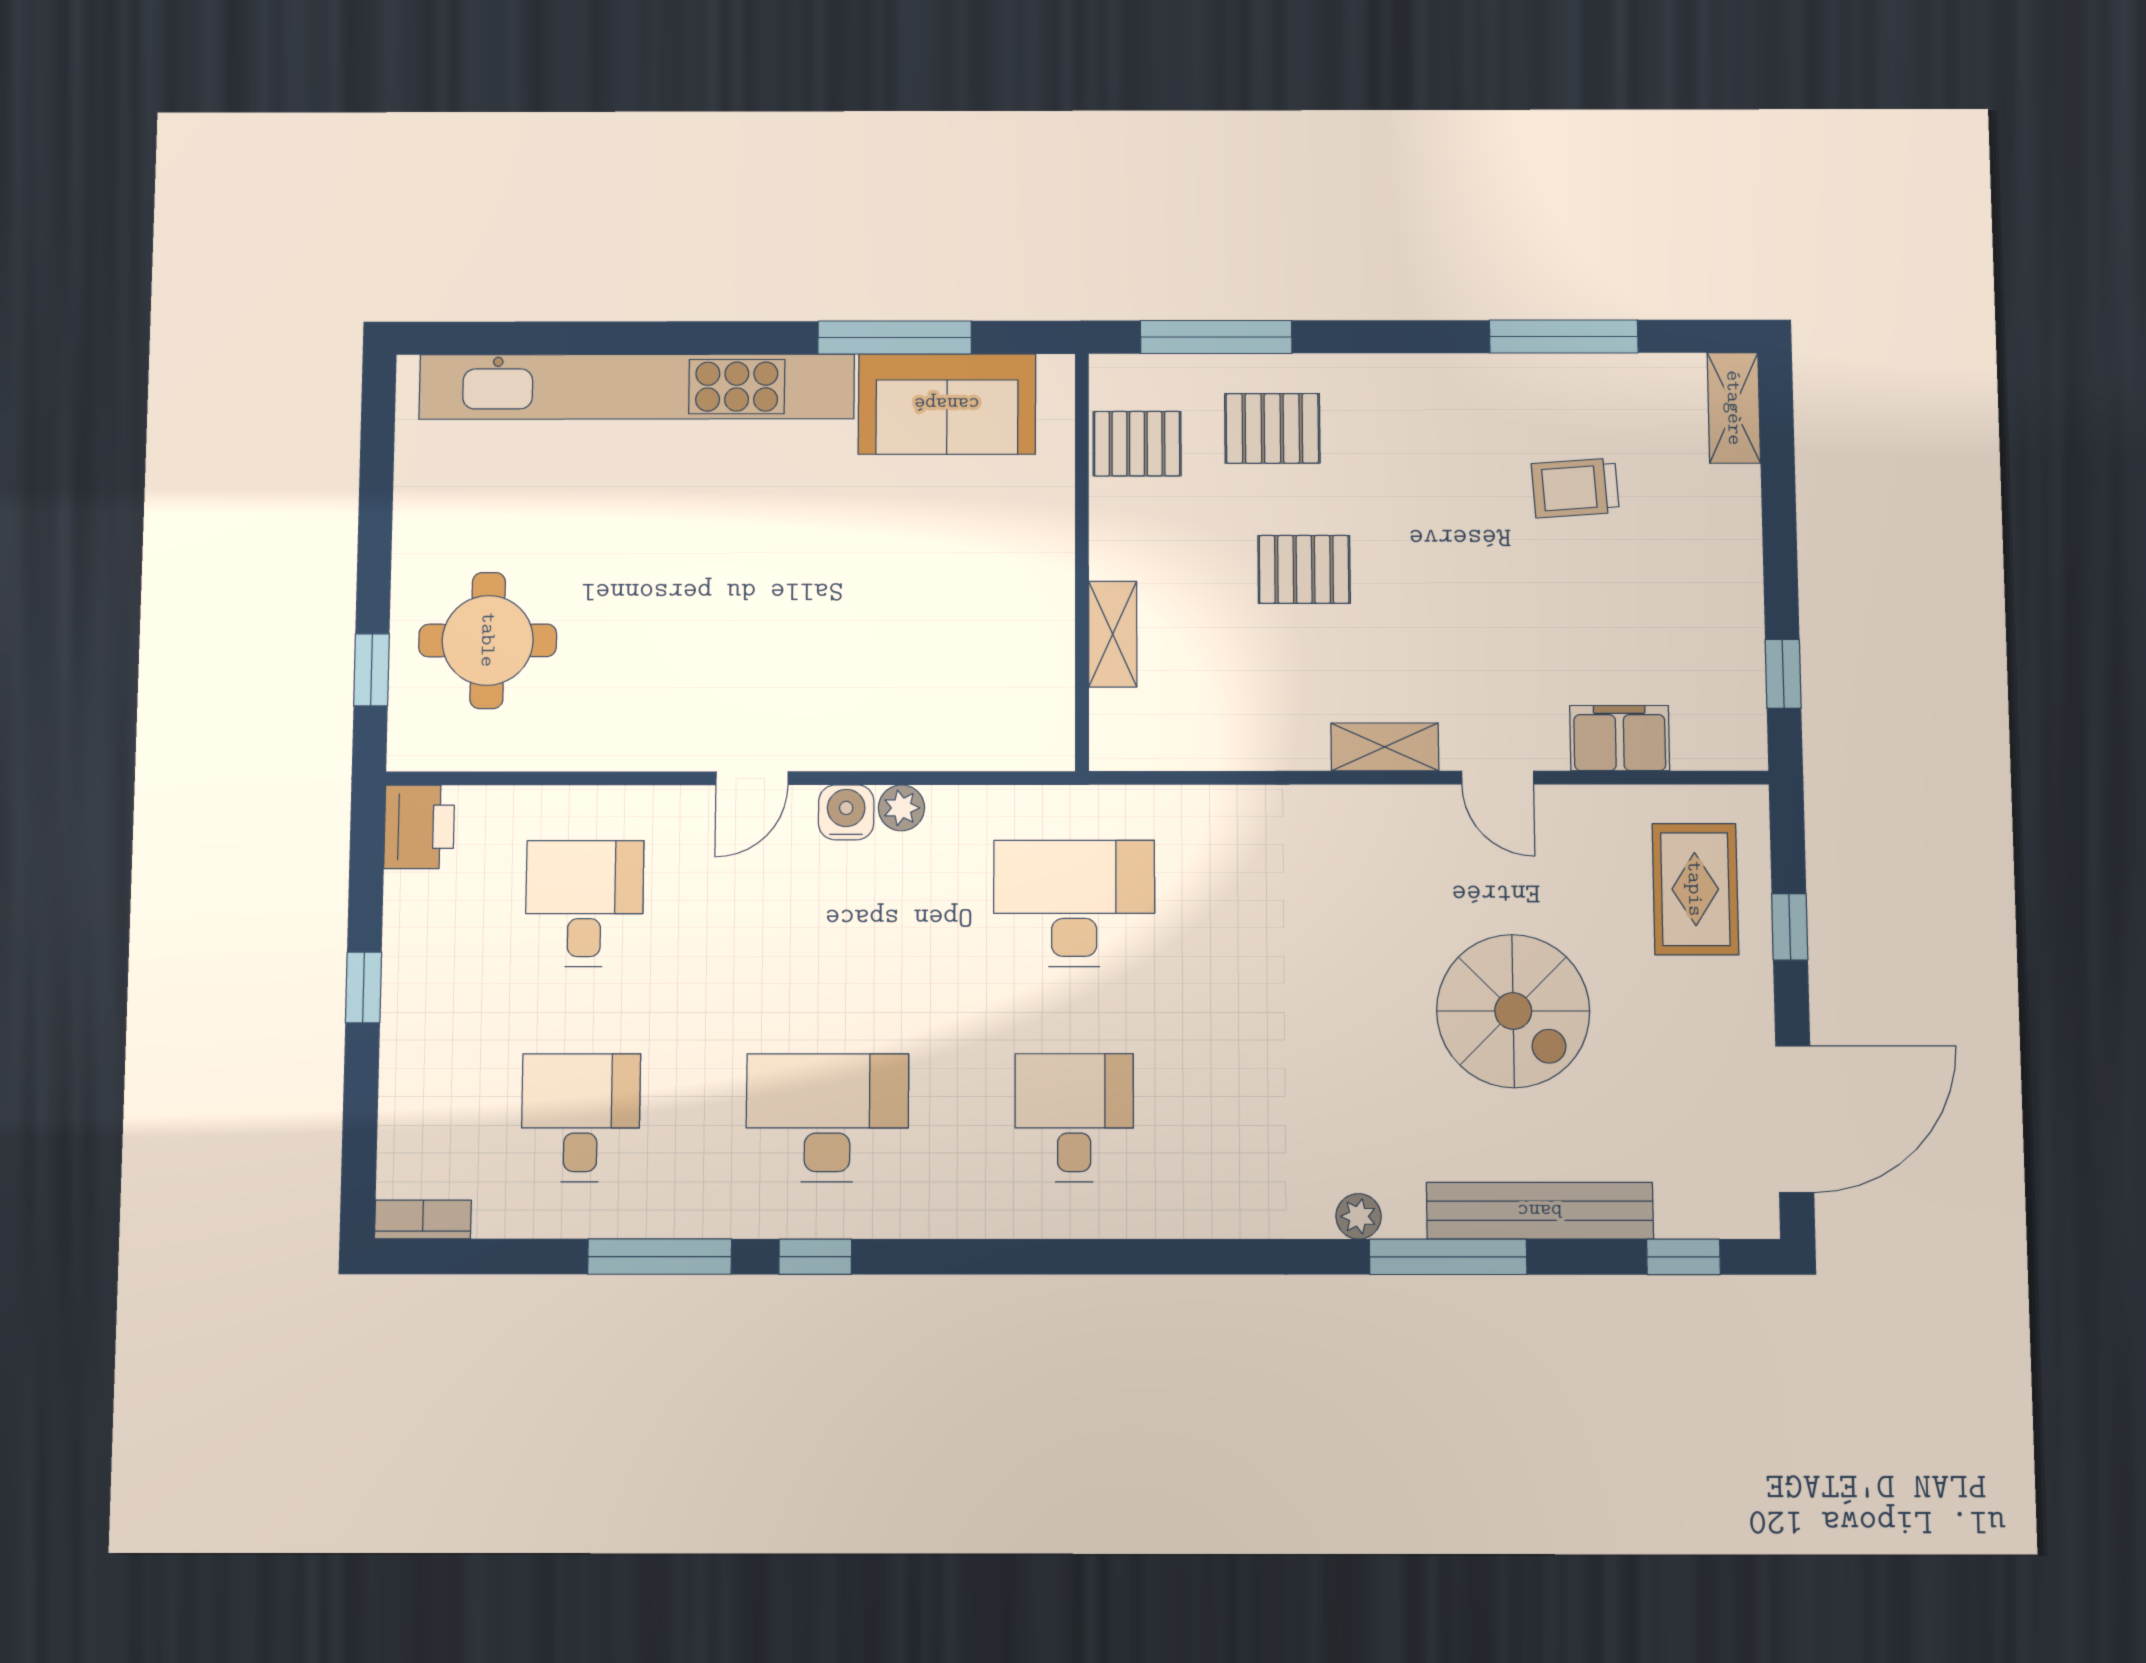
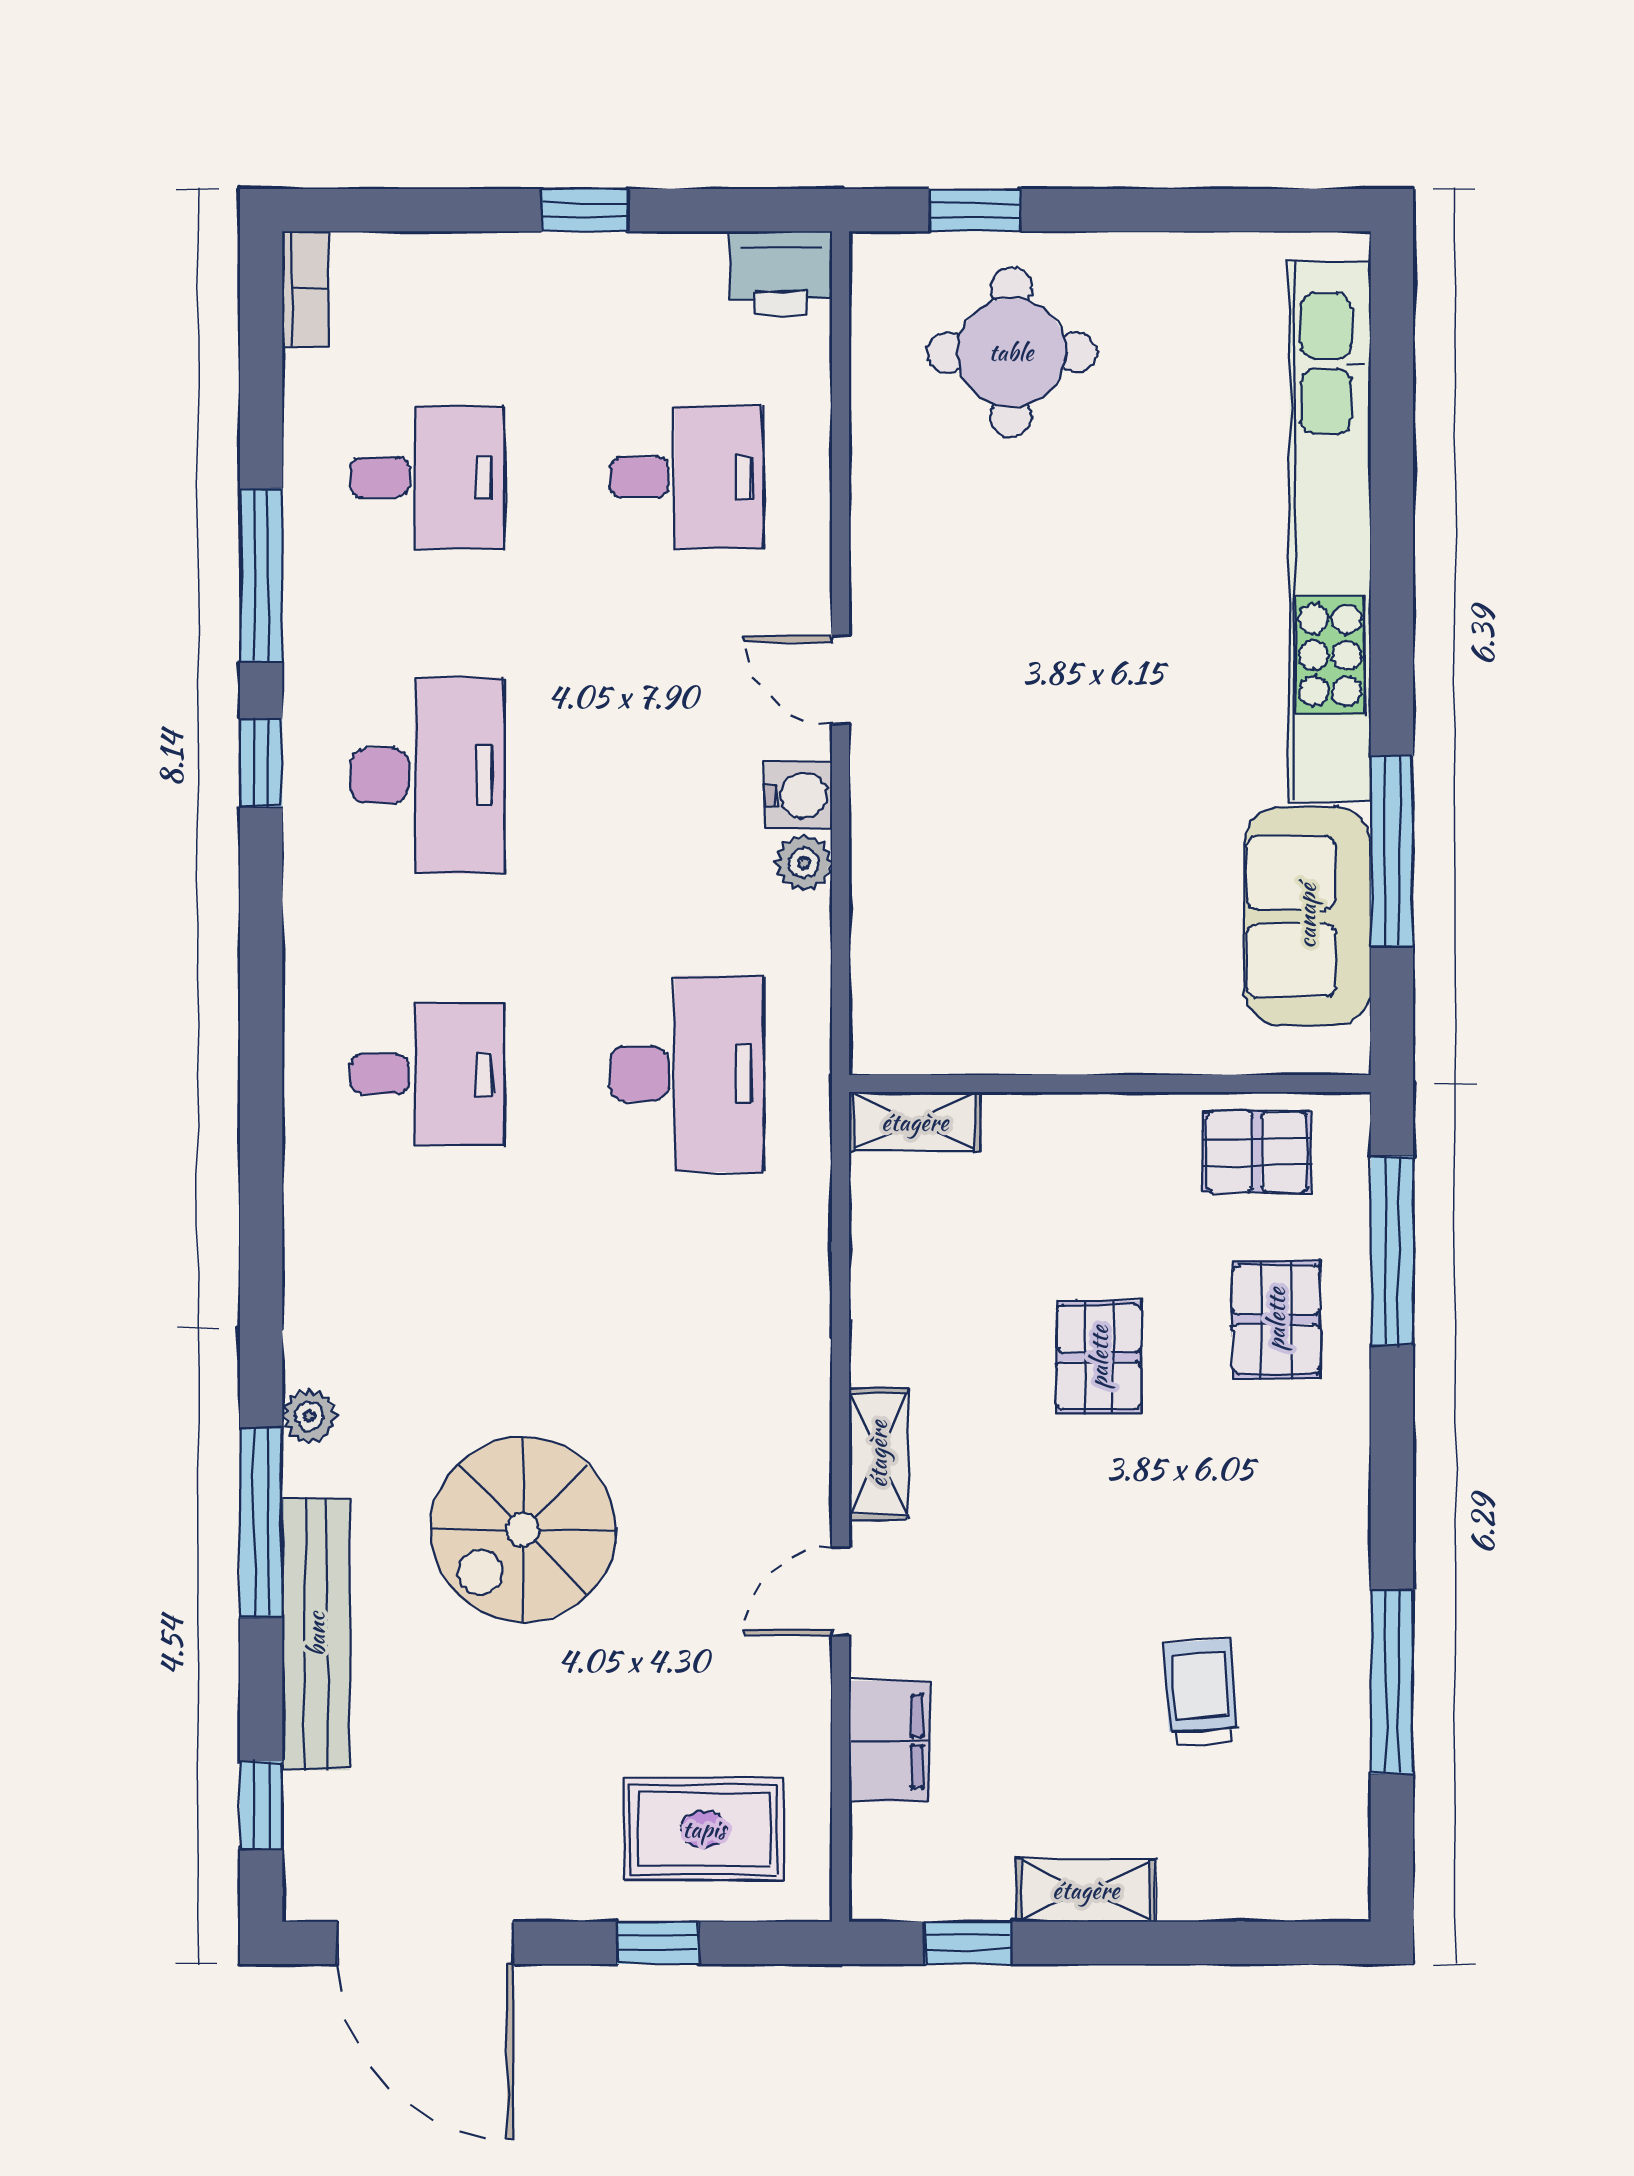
shelving: (1734, 408) -> (1086, 1890), moved
pallet: (1137, 444) -> (1257, 1152), turned 90
shelving: (1113, 634) -> (915, 1122), moved
spiral stairs: (1513, 1011) -> (523, 1530), moved

